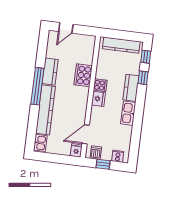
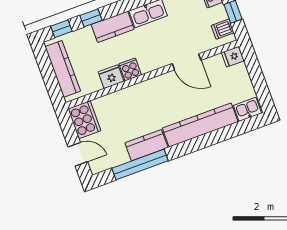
cooker: (83, 75) -> (84, 120), moved, turned -90
window: (37, 86) -> (140, 165), moved
fridge: (98, 99) -> (111, 77), moved
door: (86, 134) -> (187, 62), moved

